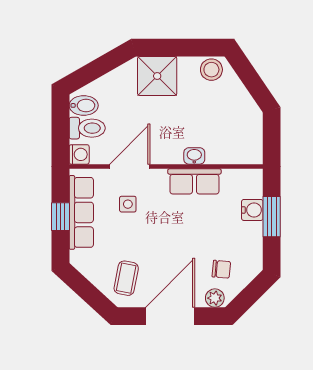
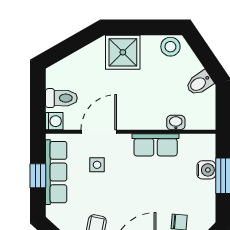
bidet: (84, 105) -> (200, 83), moved, turned 146
washbasin: (194, 156) -> (176, 122), moved

